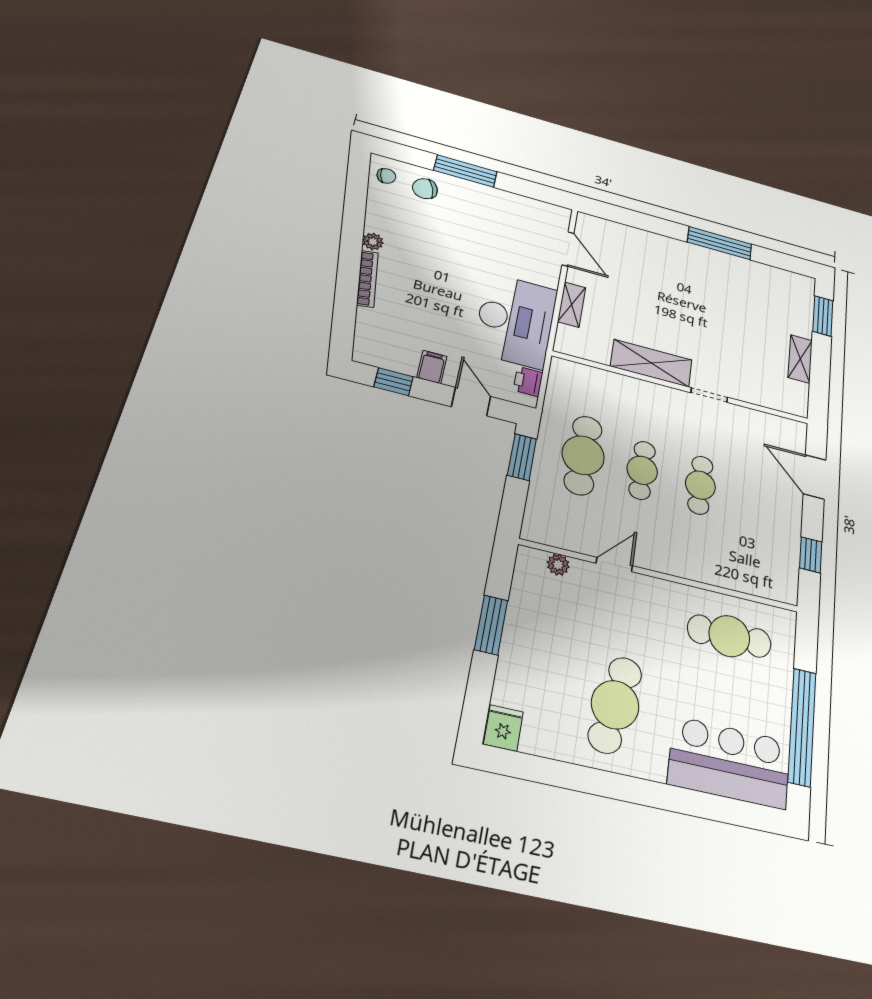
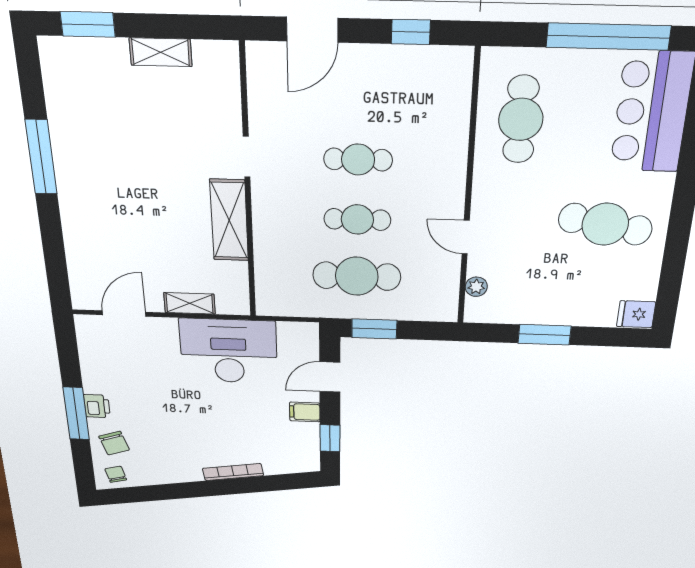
plant: (373, 242) -> (192, 474), removed
printer: (528, 381) -> (97, 406), moved, turned -90

